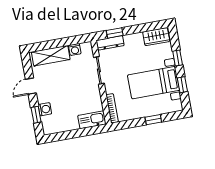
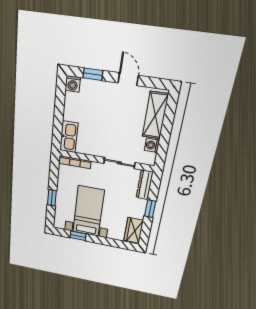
window: (115, 33) -> (150, 209), moved
window: (178, 58) -> (105, 241), removed
washing machine: (45, 109) -> (73, 84), moved

